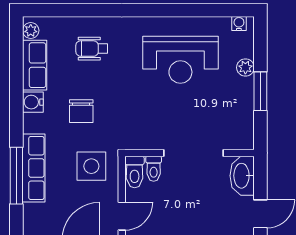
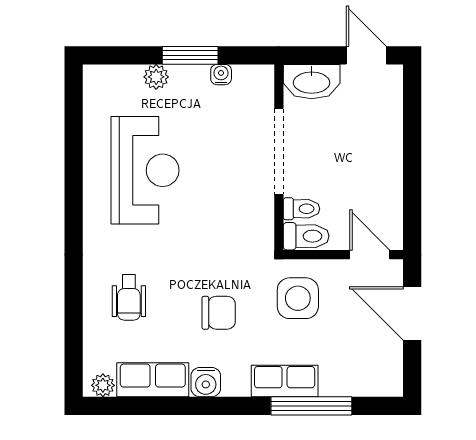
water cooler: (239, 23) -> (221, 75), moved, turned 90
row of seats: (34, 168) -> (285, 381), width x0.68

